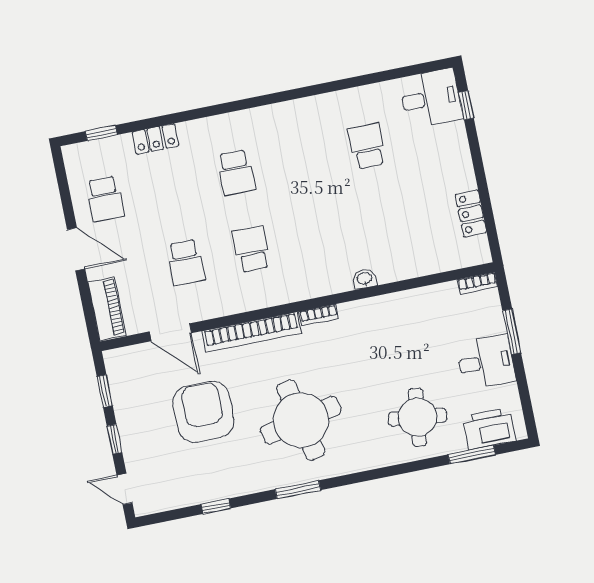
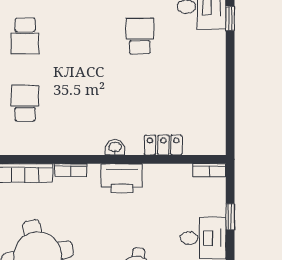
locker: (471, 213) -> (163, 145), moved, turned 90
printer: (379, 313) -> (122, 178), added
window: (512, 332) -> (230, 217), width x0.67

